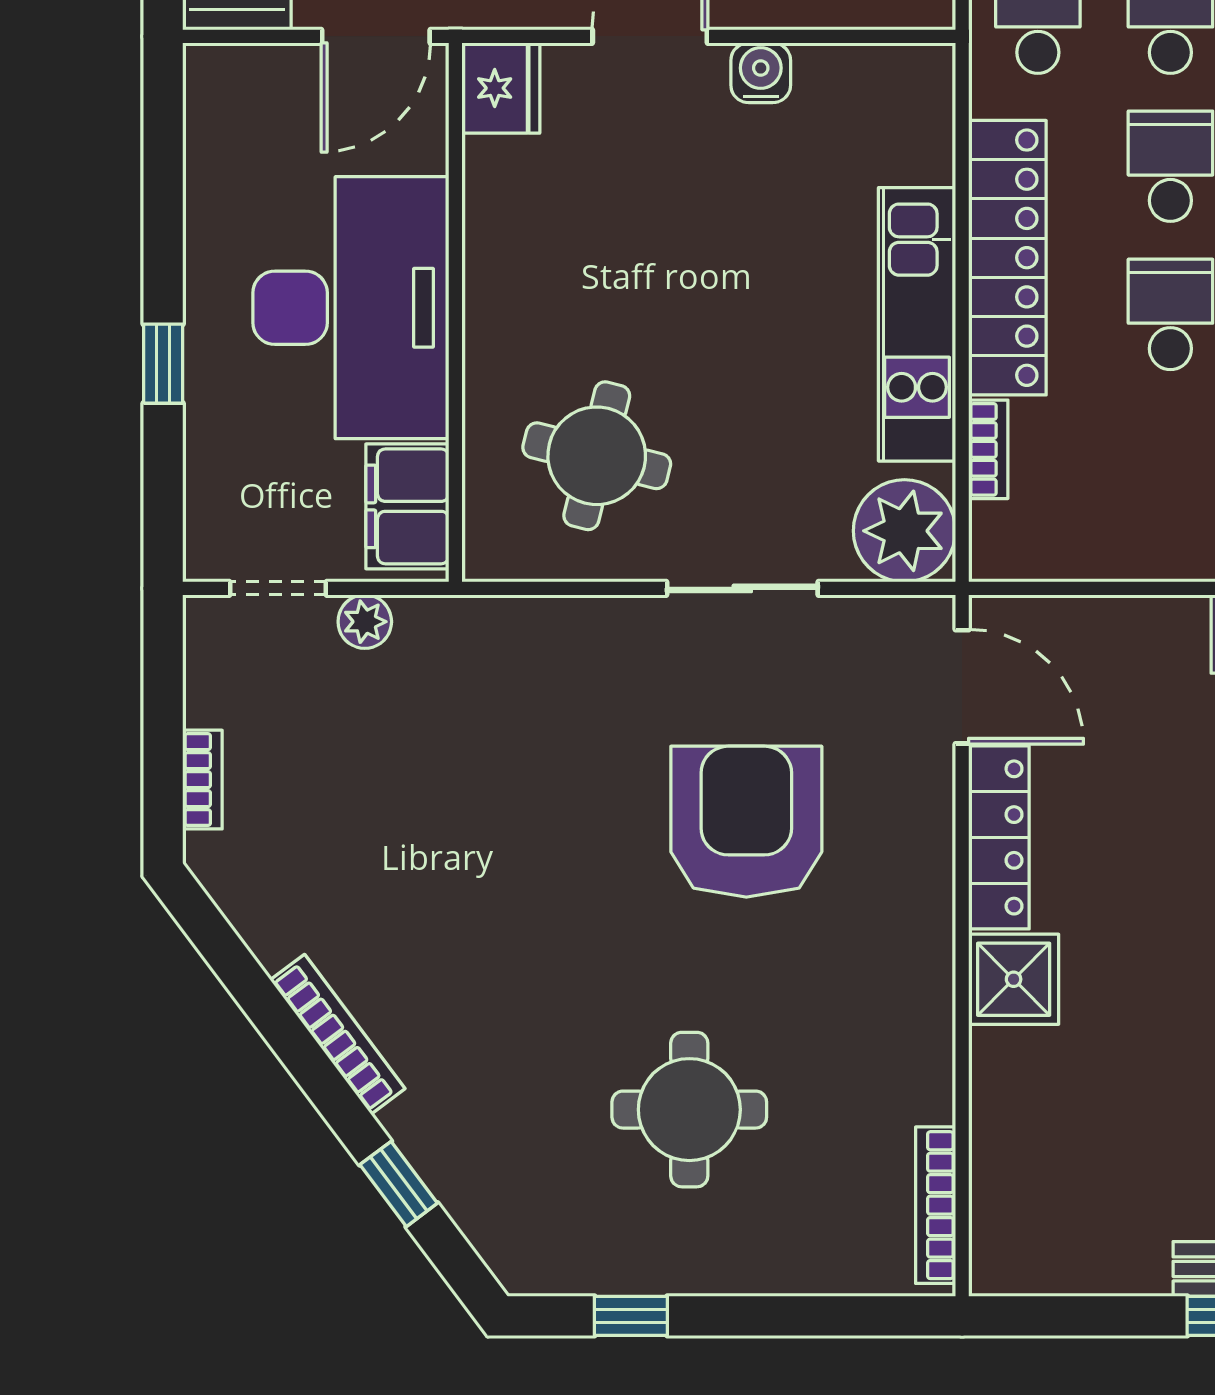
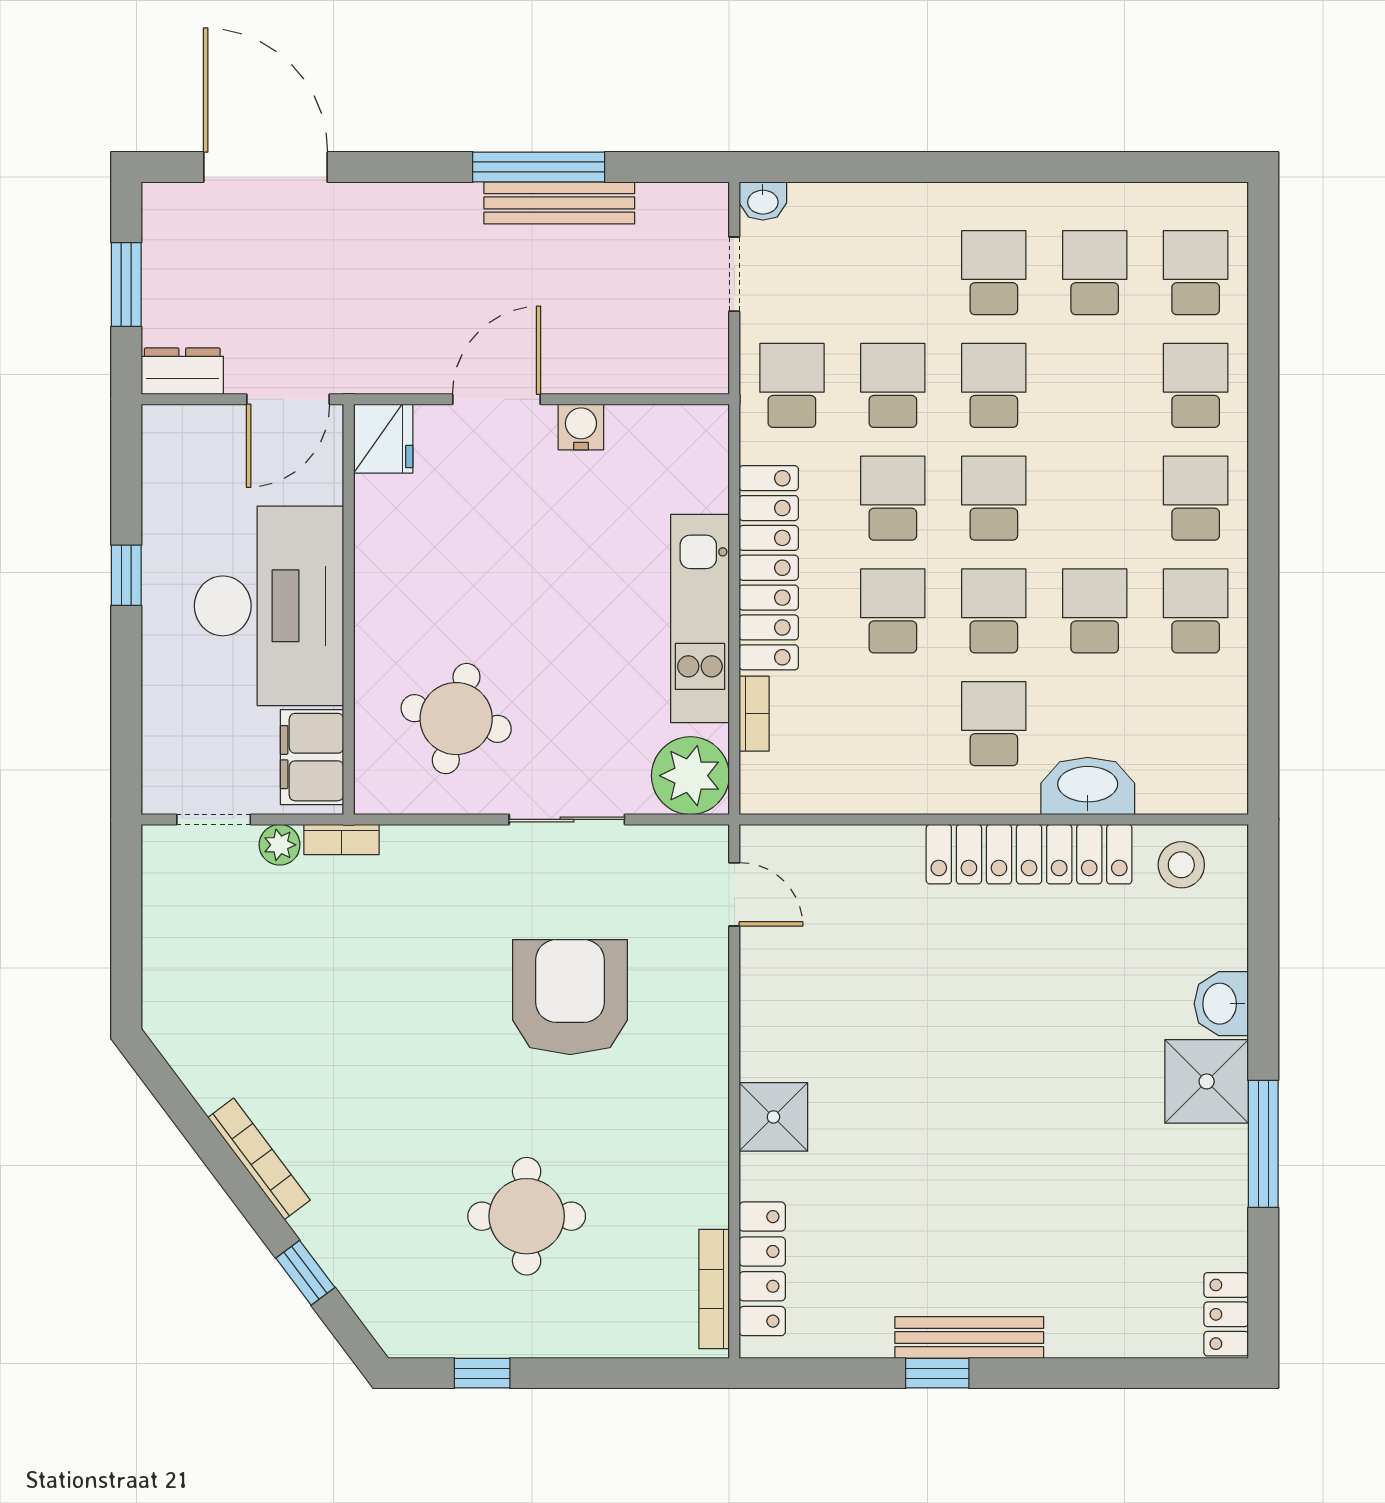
window: (163, 364) -> (126, 575), moved
door: (962, 687) -> (734, 894), width x0.73
bookcase: (202, 780) -> (342, 839), moved, turned 90
locker: (999, 837) -> (762, 1269), moved

